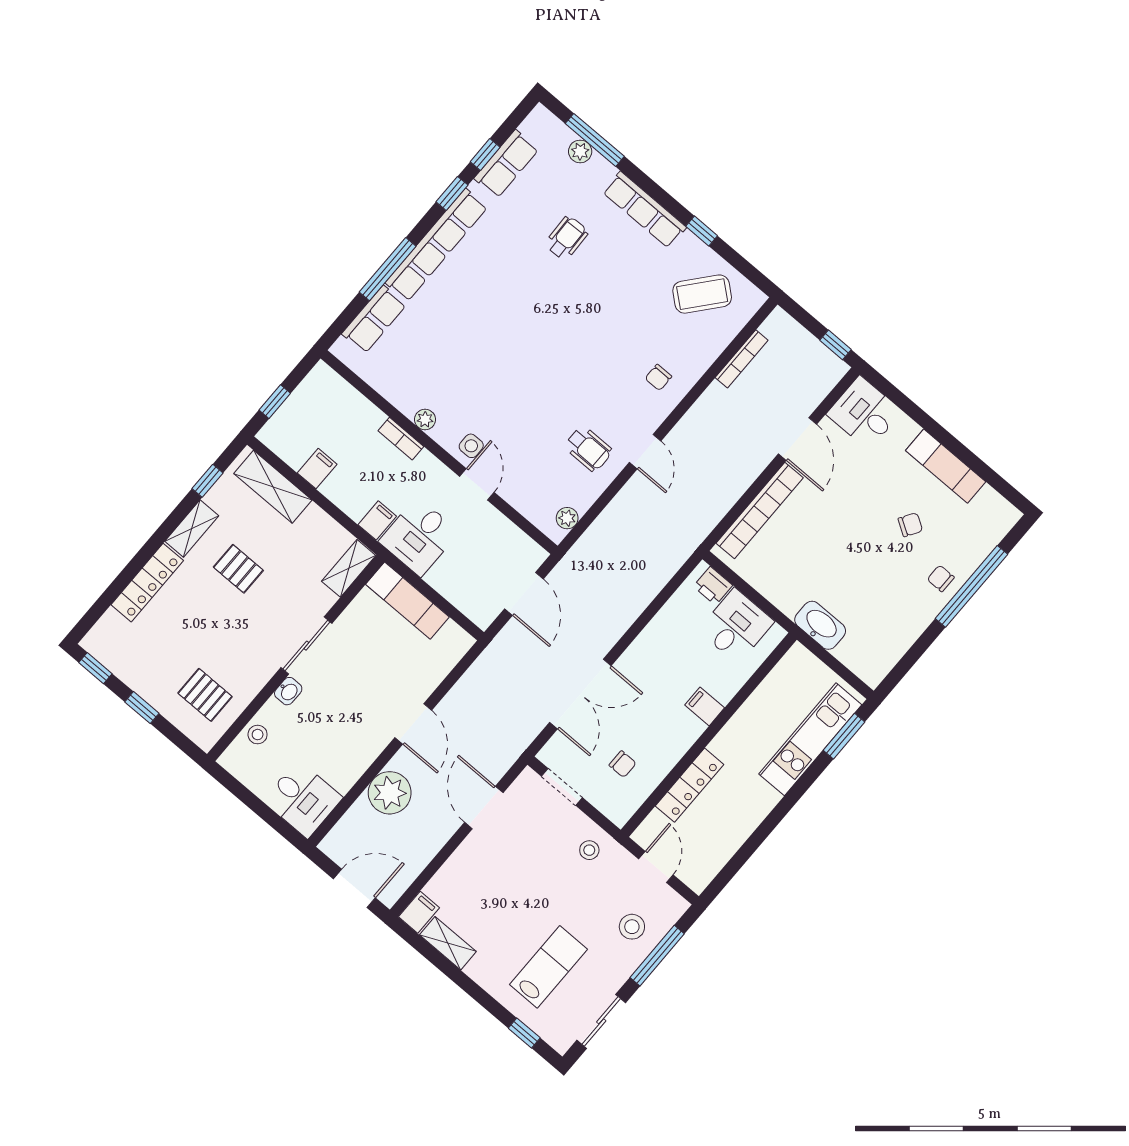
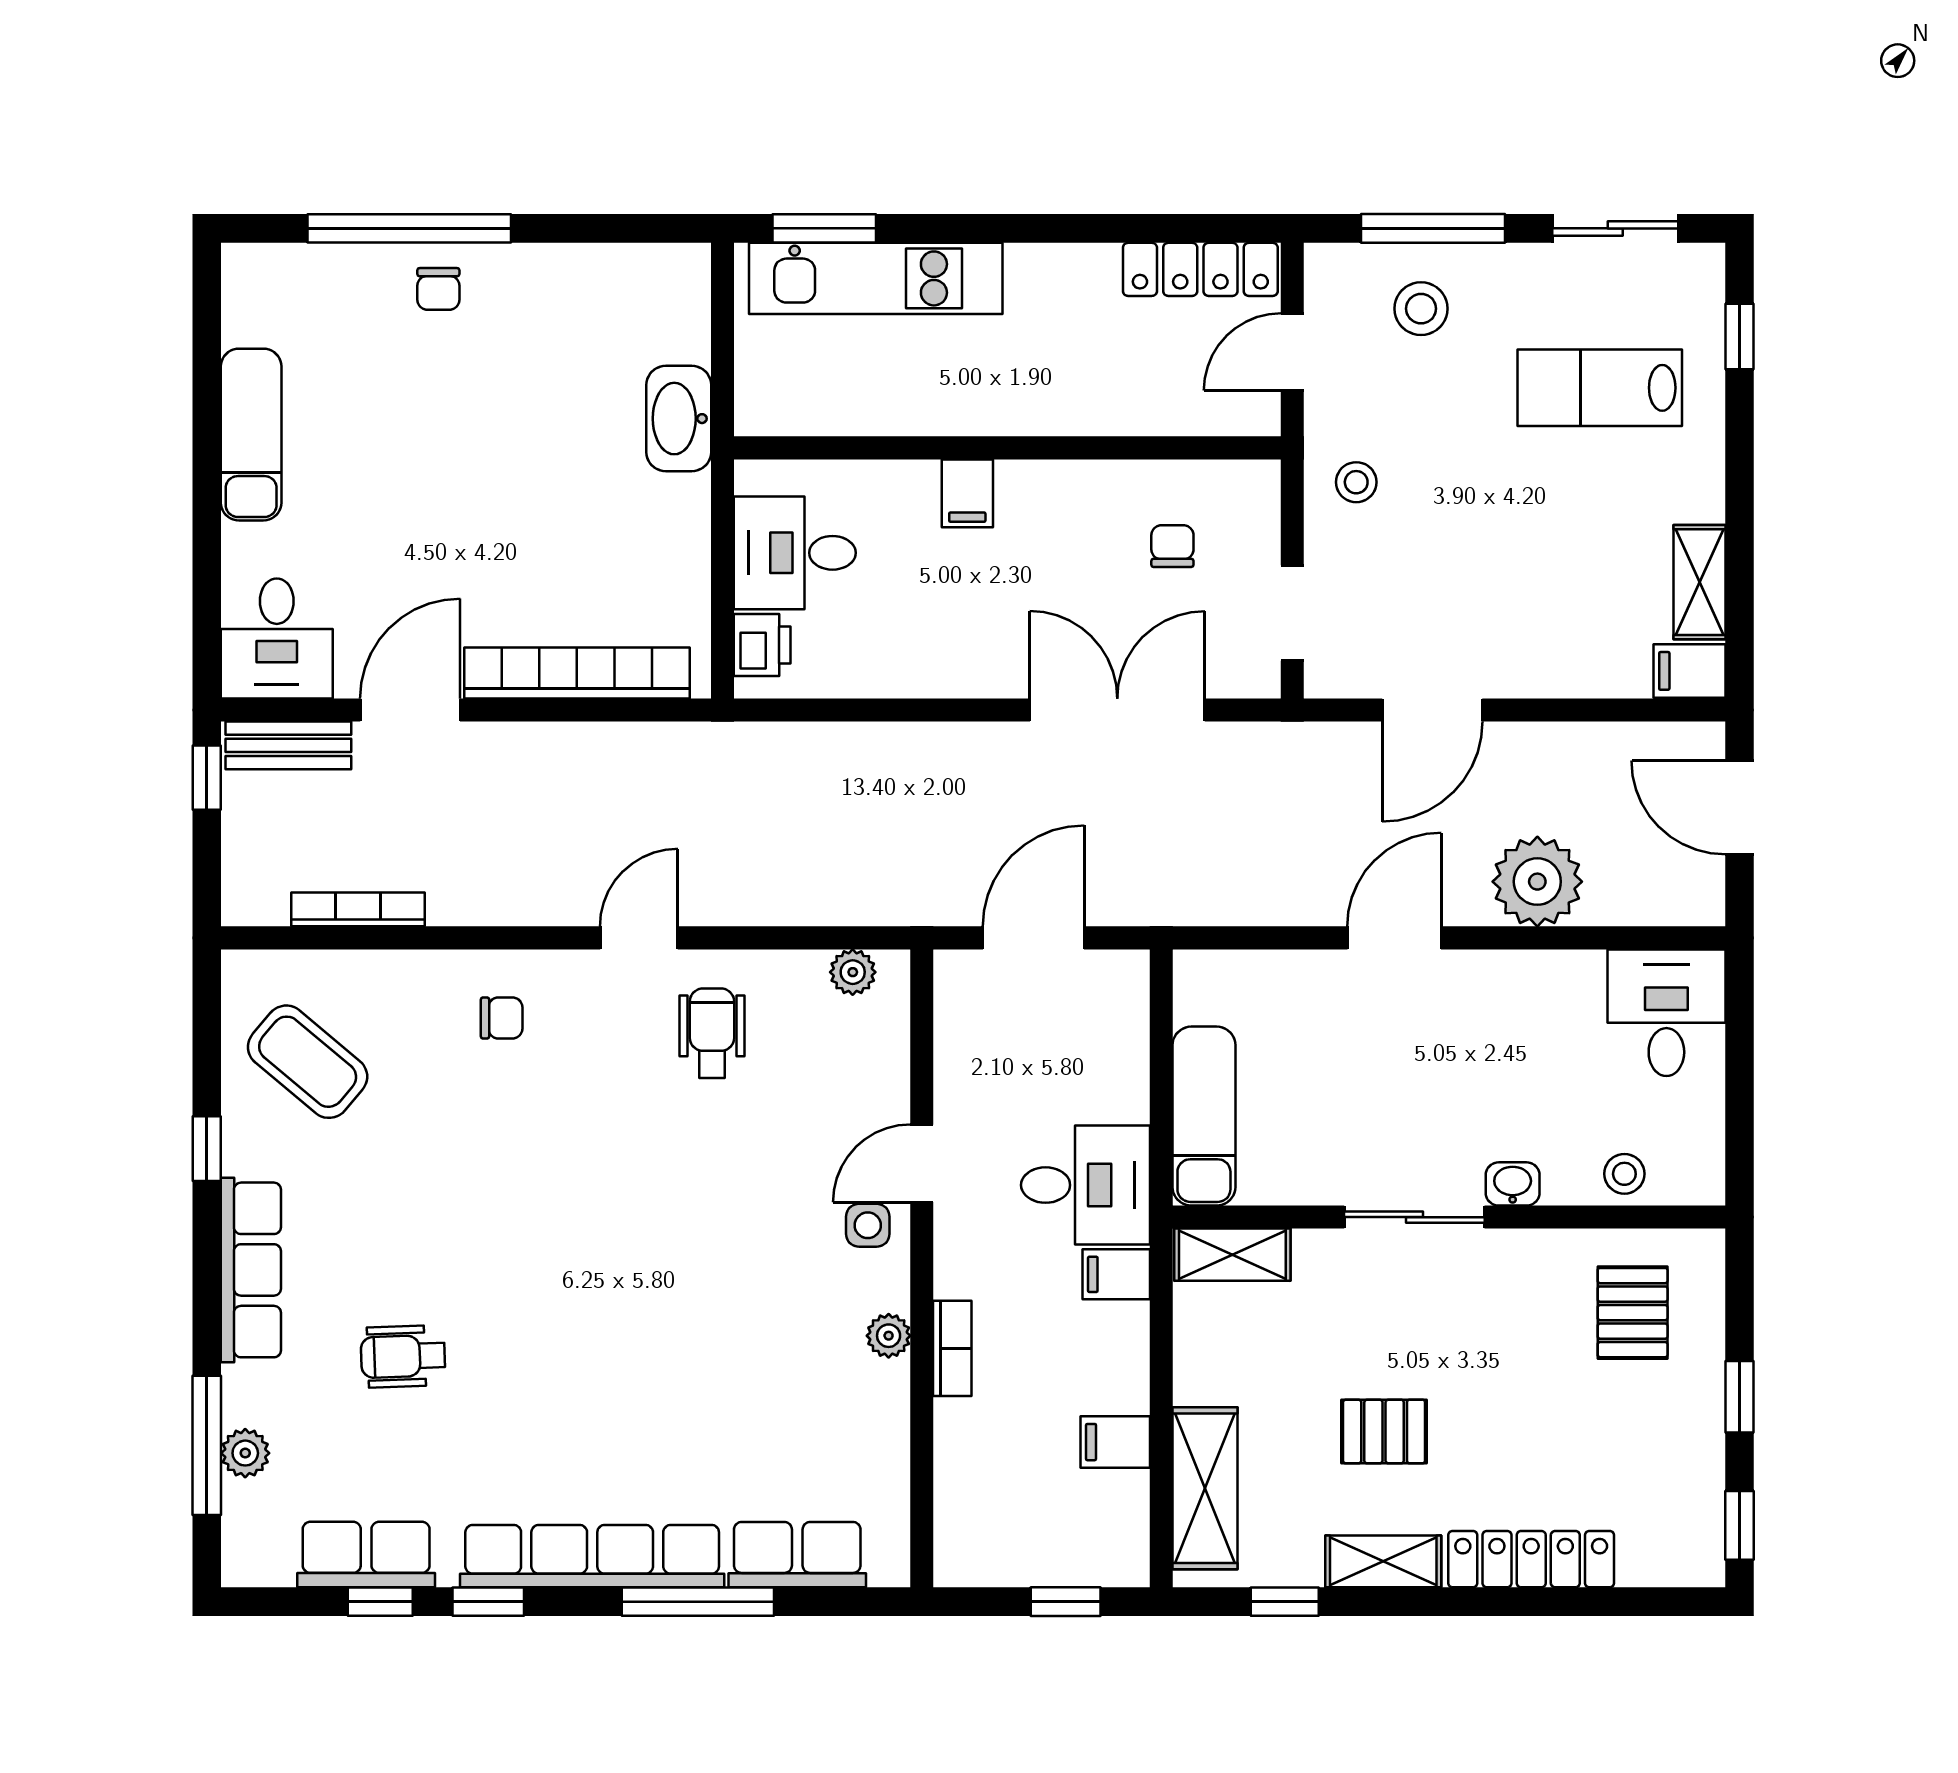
bench: (822, 384) -> (288, 745), added
chair: (910, 525) -> (394, 411), removed
pallet: (238, 569) -> (1384, 1432), turned 90
locker: (689, 785) -> (1200, 269), moved, turned 180

